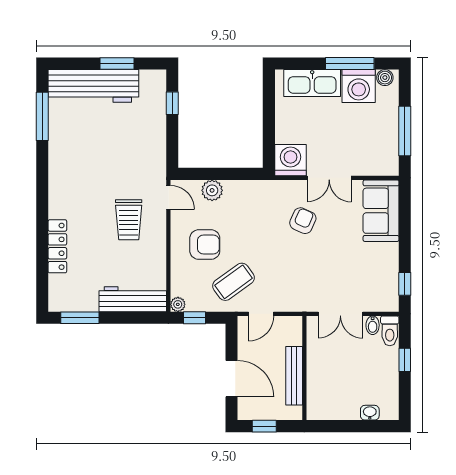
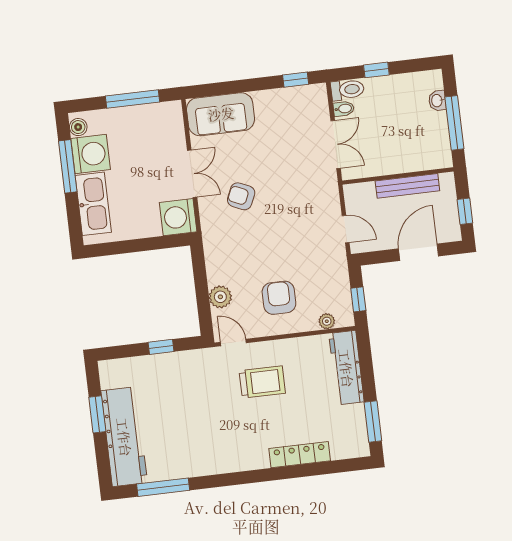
window: (172, 103) -> (161, 347), moved
door: (168, 197) -> (233, 343), hinge flipped
coffee table: (234, 282) -> (315, 262), removed
plant: (178, 304) -> (327, 321), moved
window: (347, 426) -> (454, 123), added

